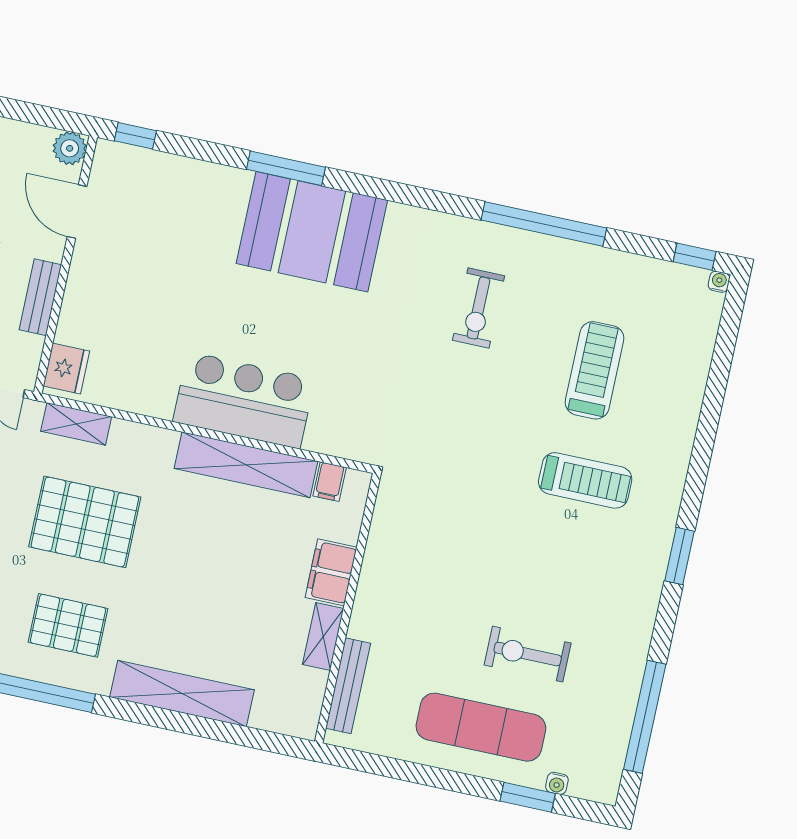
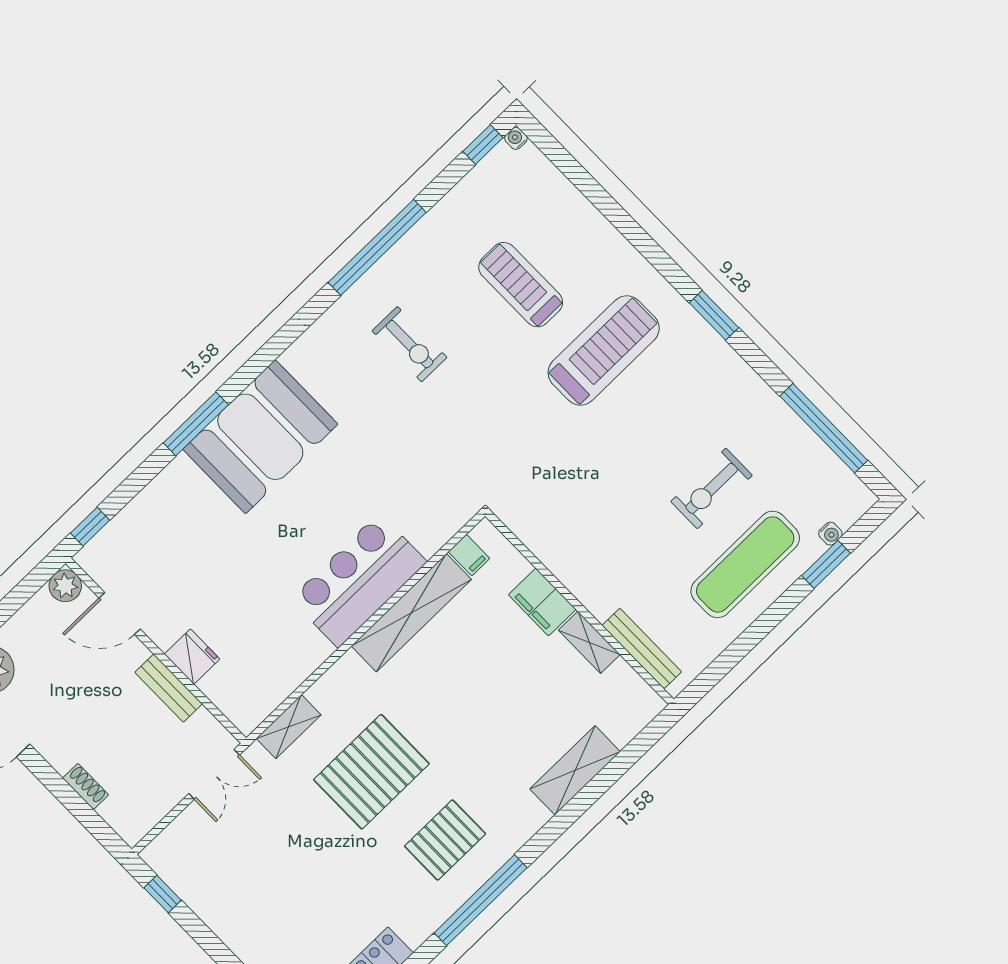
fridge: (66, 369) -> (192, 657), moved
treadmill: (585, 480) -> (604, 350), width x1.37, depth x1.38
shelving: (182, 693) -> (575, 770), width x0.68

